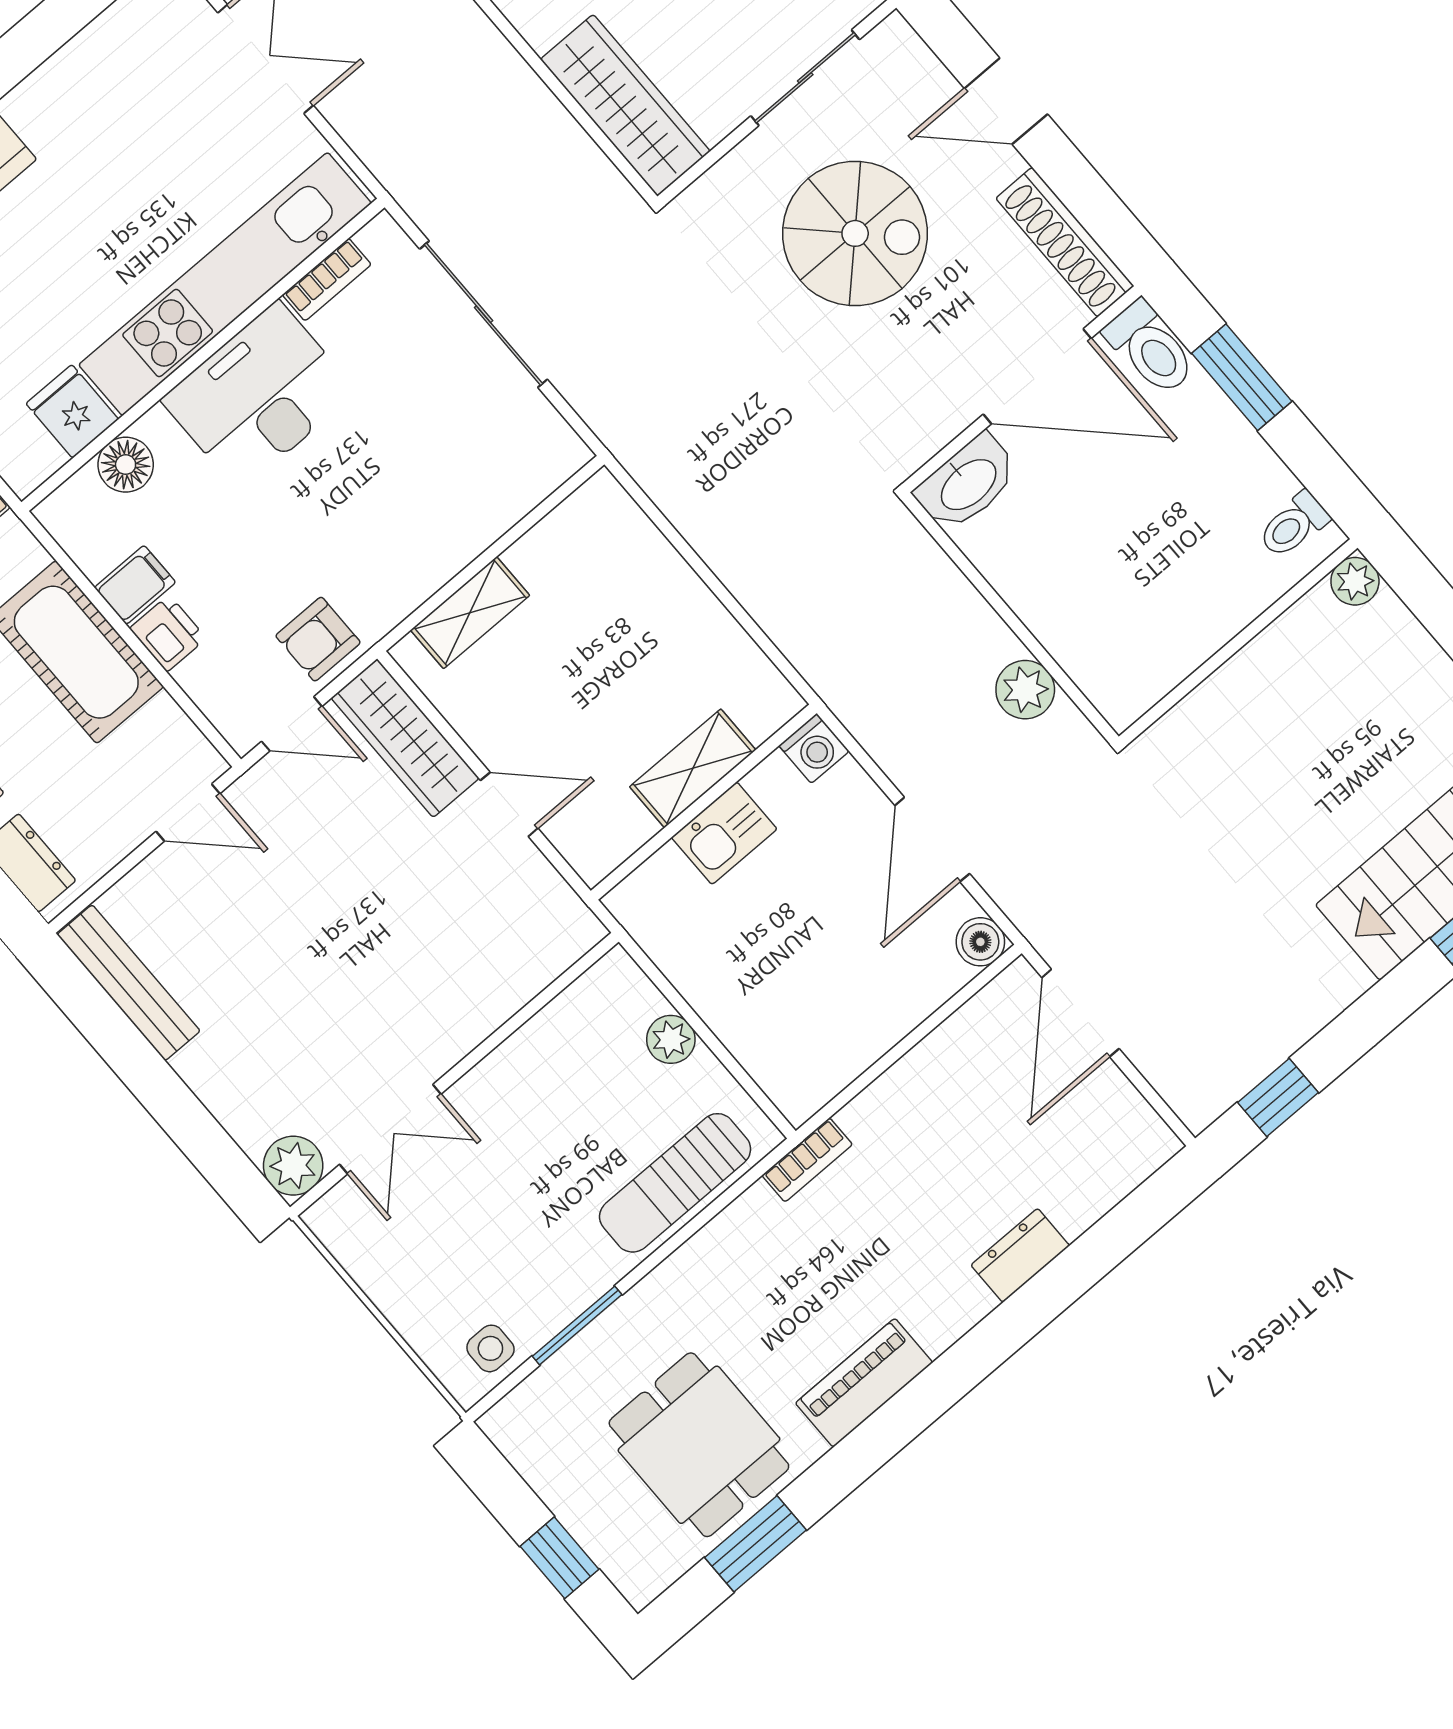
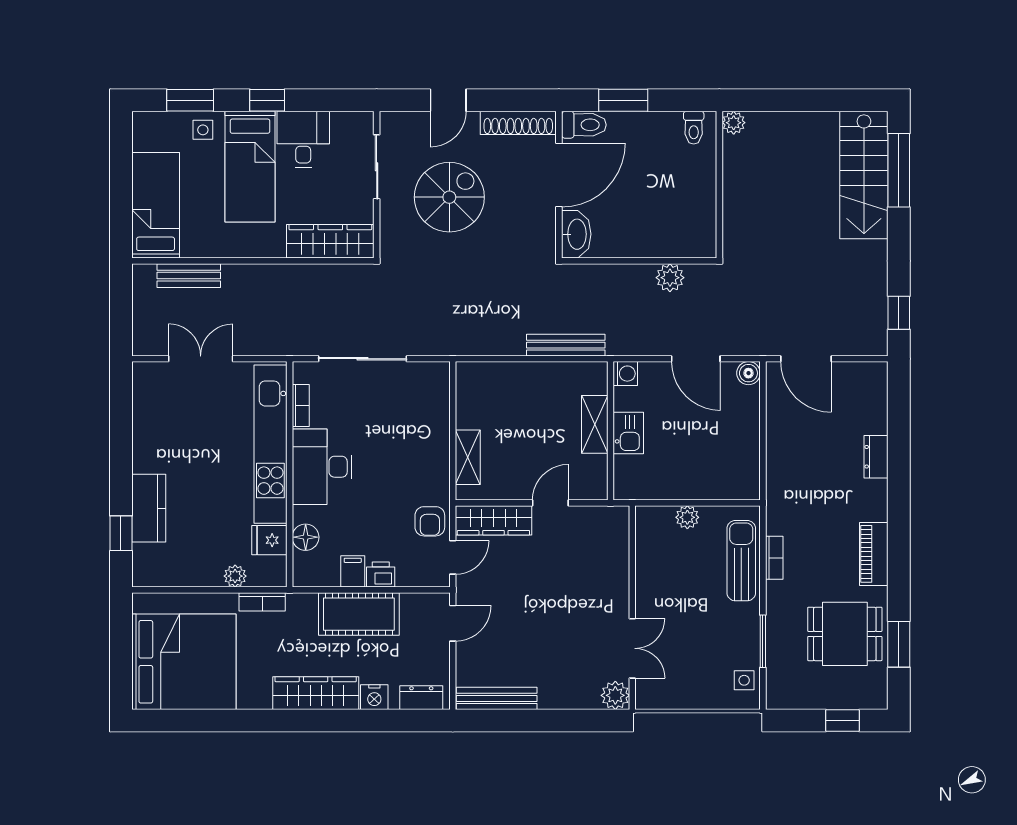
bench: (779, 616) -> (566, 345), added
bookcase: (807, 1160) -> (774, 558), moved
sun lounger: (675, 1183) -> (741, 561), turned 180

